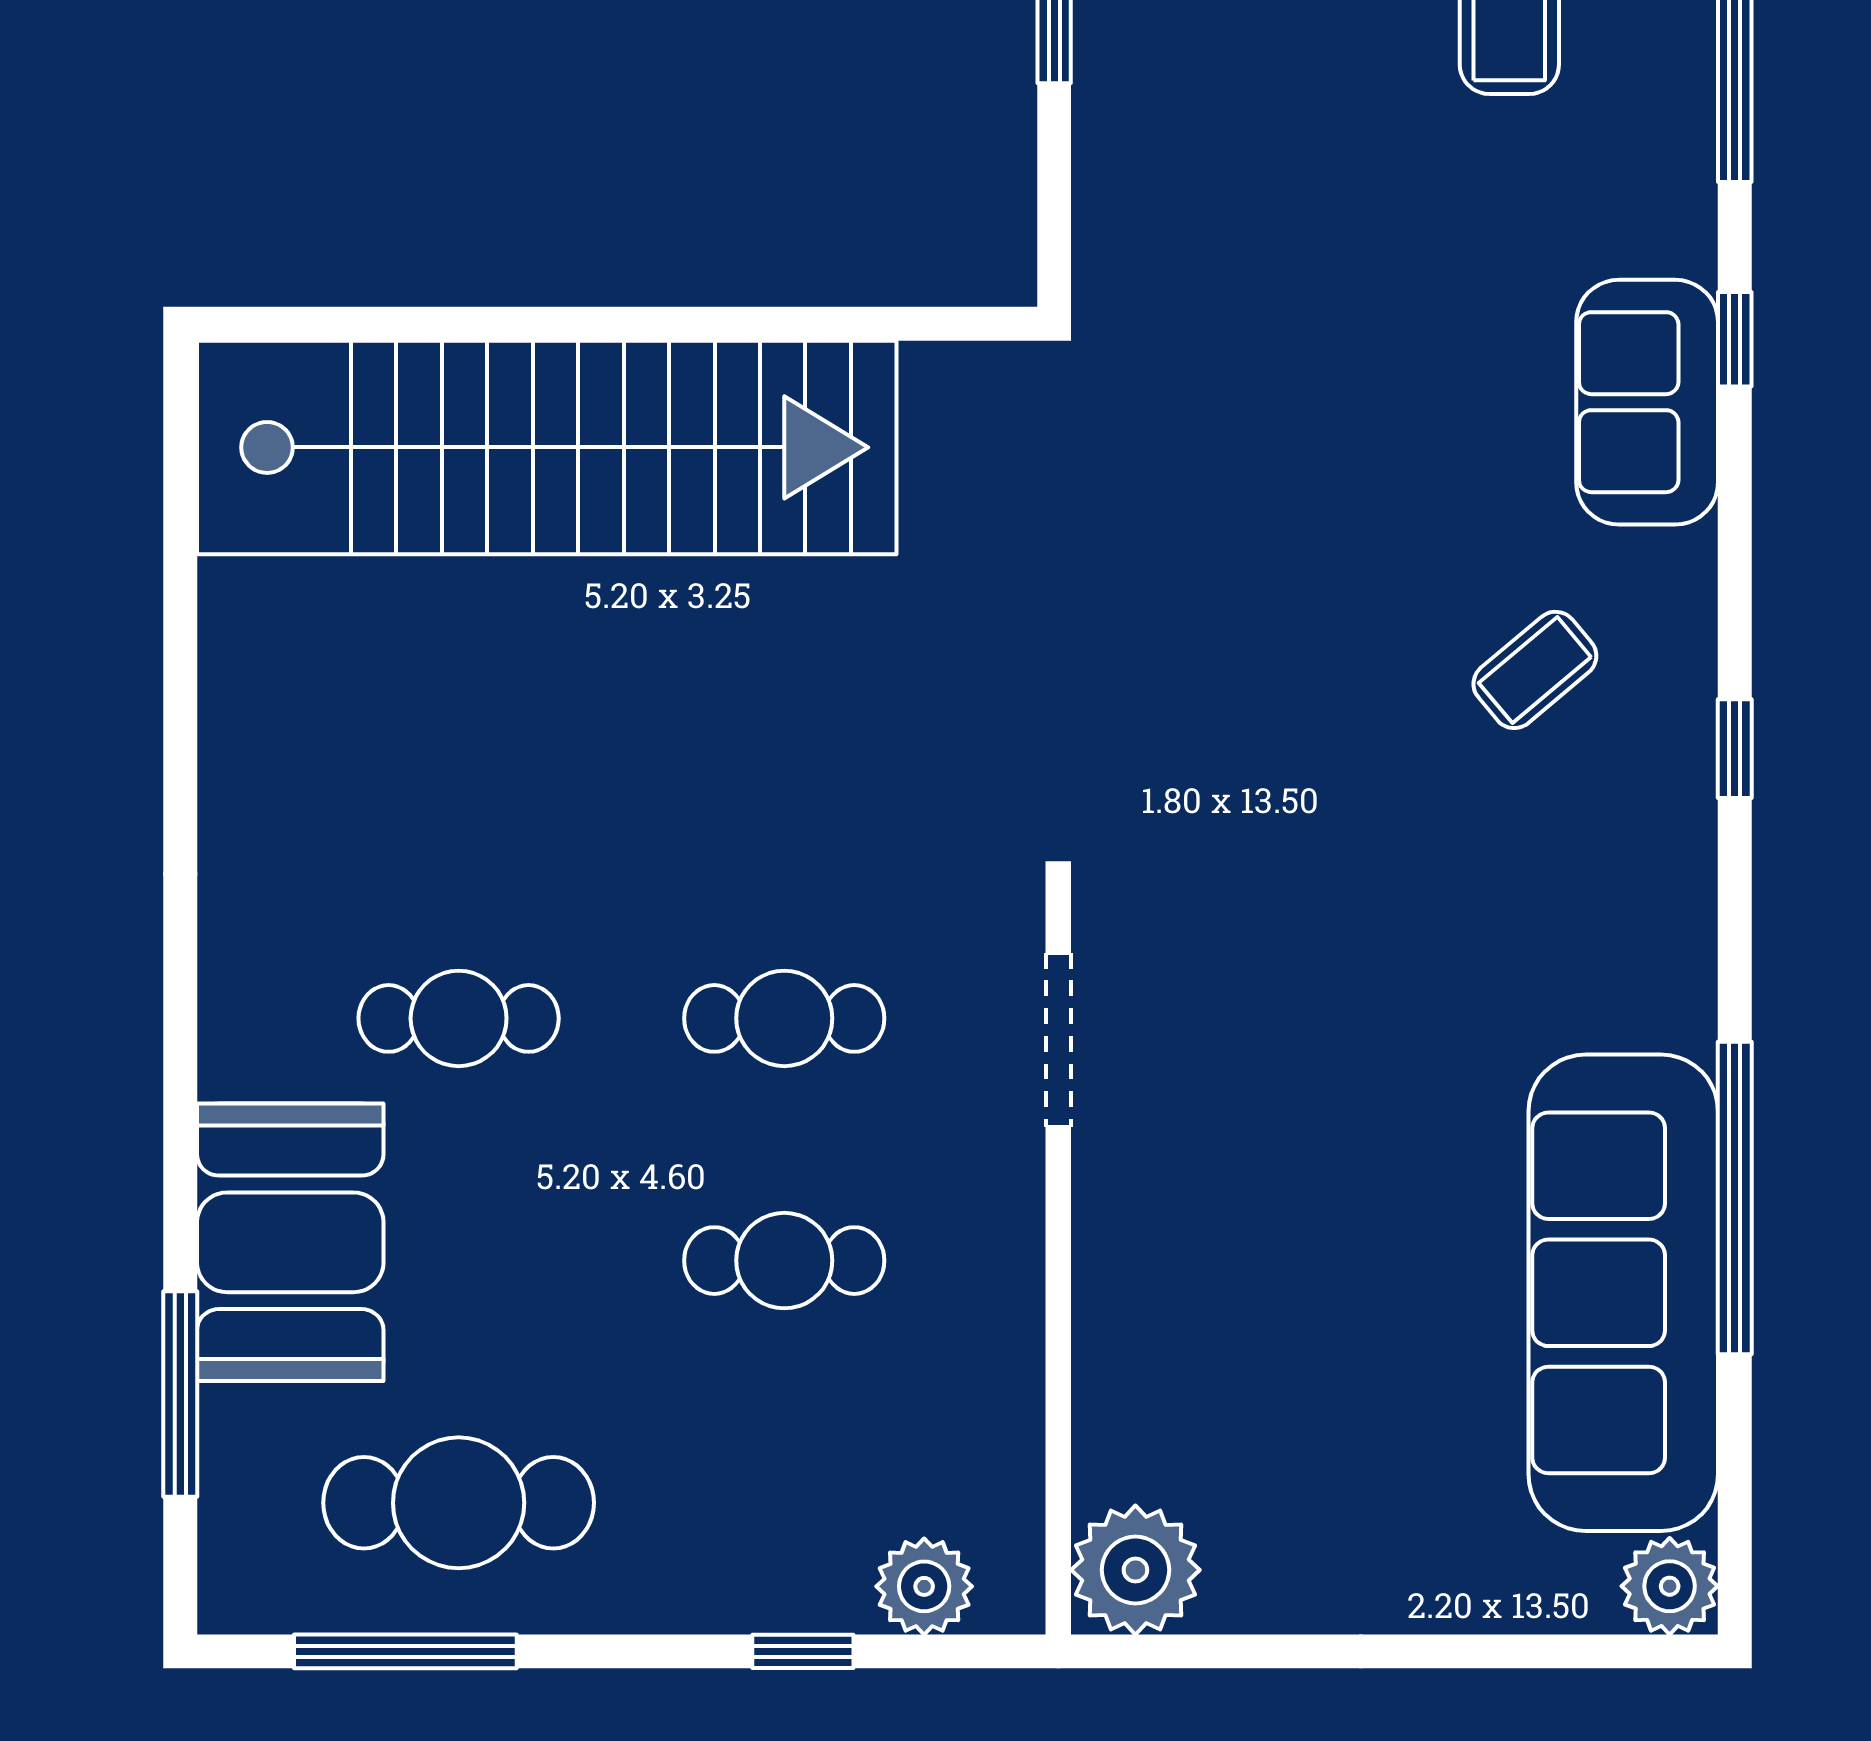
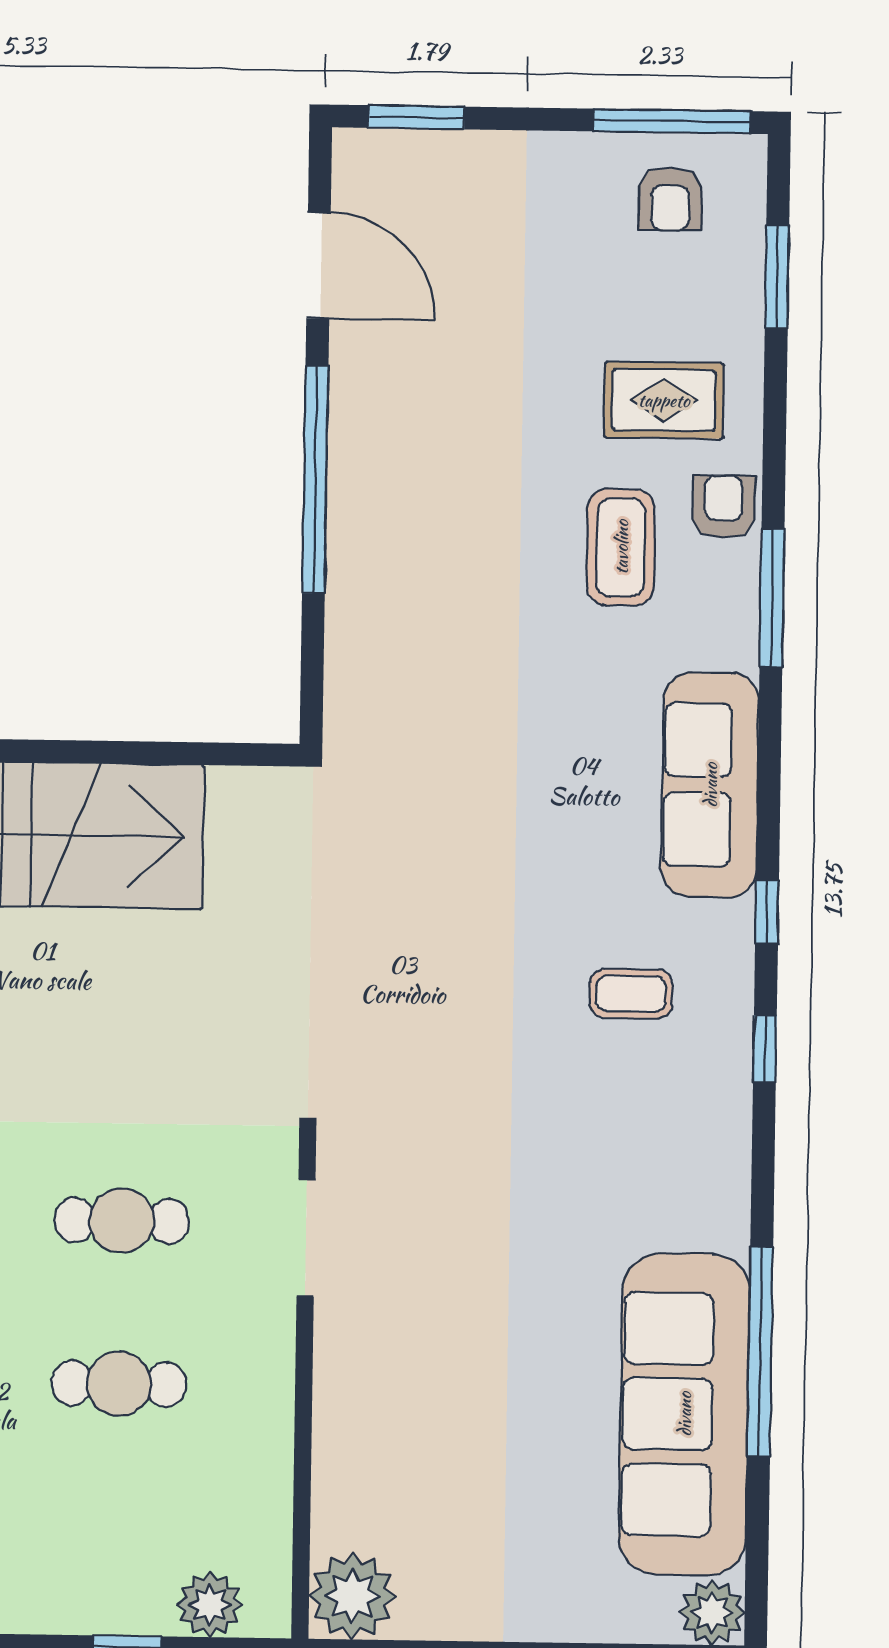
window: (1735, 339) -> (767, 912), moved
sofa: (1647, 402) -> (710, 785), width x1.36
coffee table: (1535, 670) -> (631, 994), turned 40

